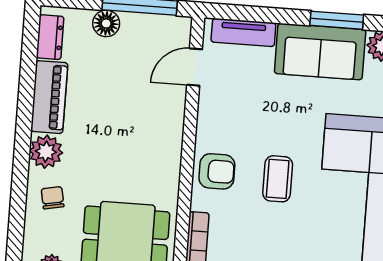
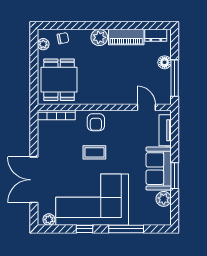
chair: (53, 198) -> (63, 38), moved

